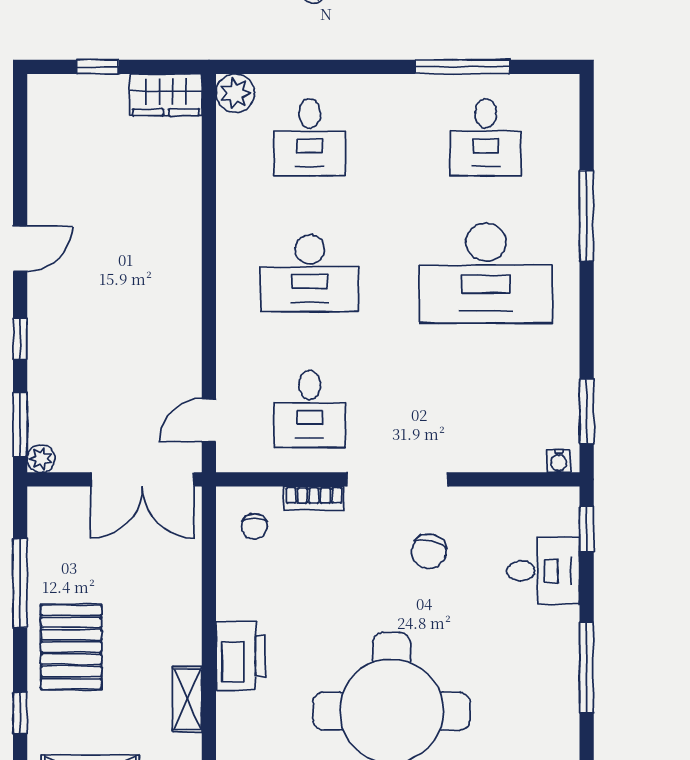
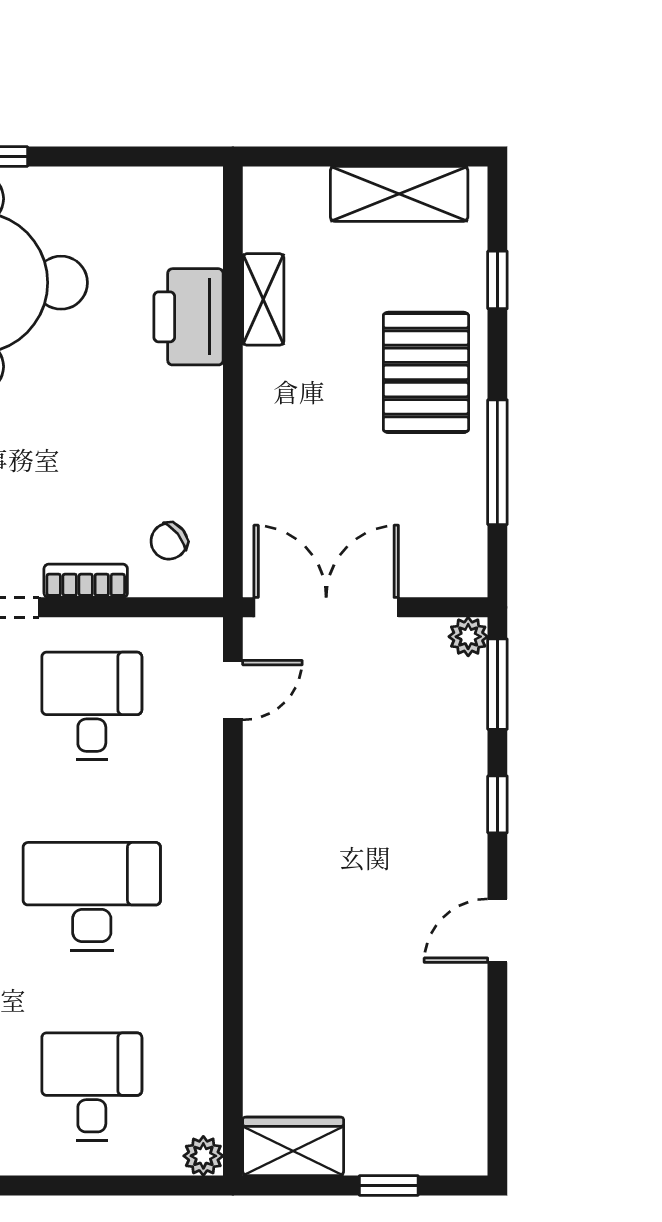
plant: (235, 93) -> (203, 1156), width x0.73, depth x0.73
chair: (255, 527) -> (169, 541), turned -129
printer: (241, 656) -> (188, 317), moved

